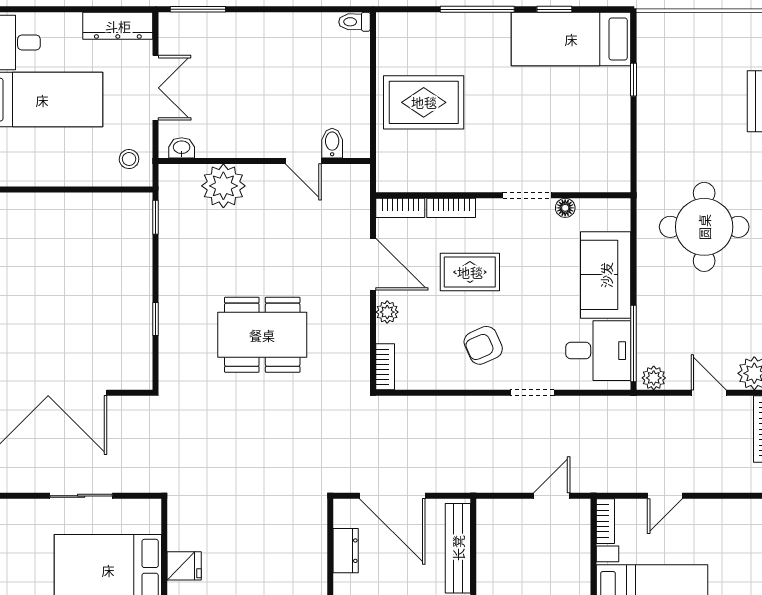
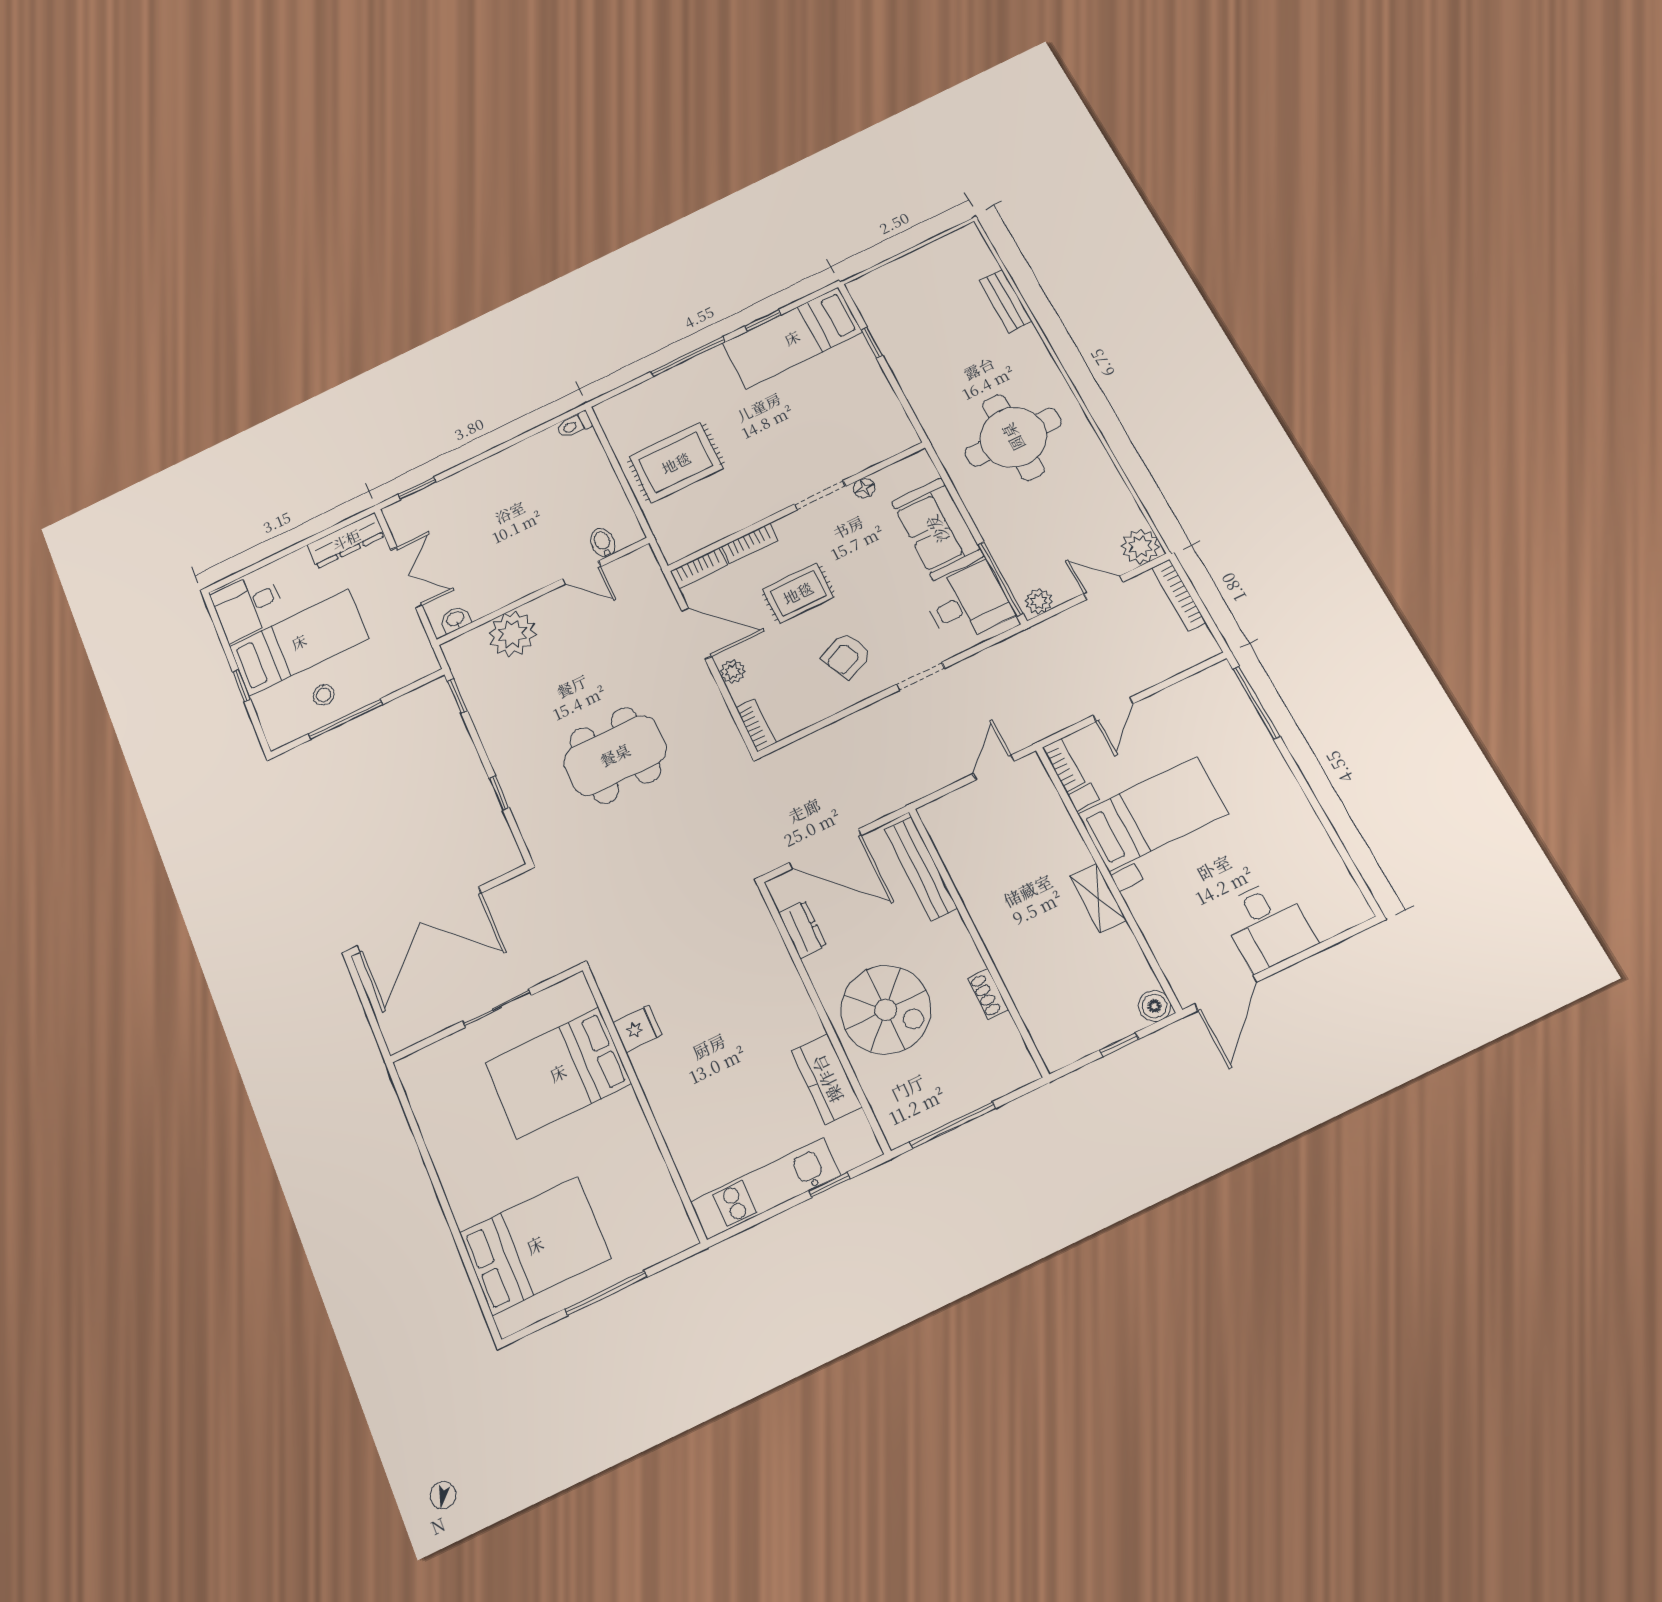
window: (198, 9) -> (417, 488), width x0.67
stool: (129, 159) -> (324, 695), moved
window: (55, 190) -> (345, 719), added

